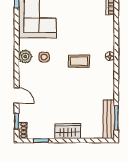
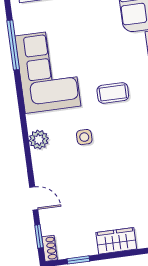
side table: (44, 57) -> (84, 137), moved
coffee table: (79, 61) -> (113, 93), moved

